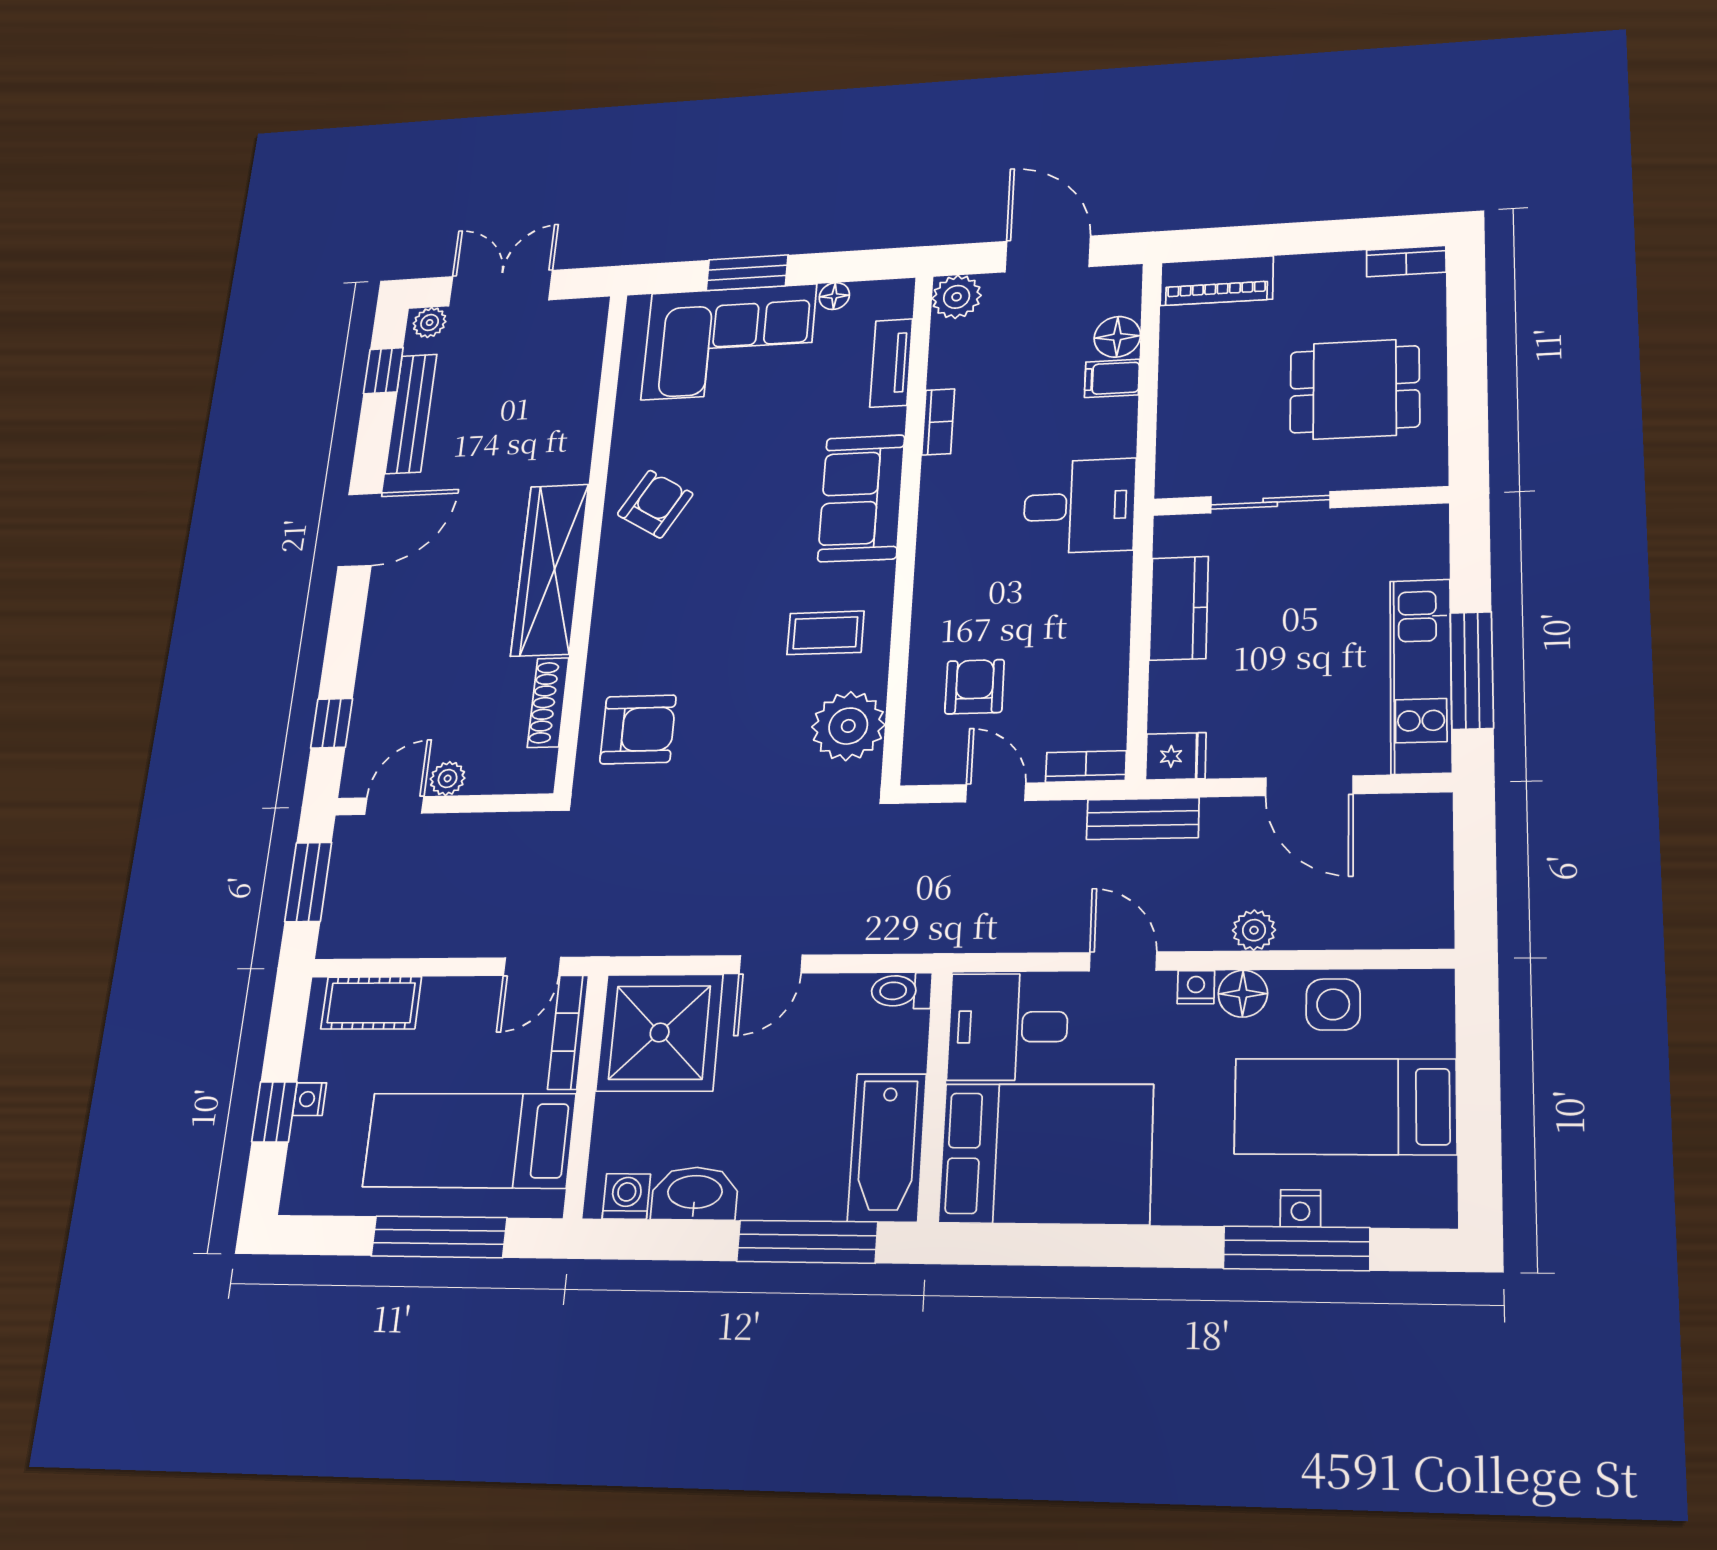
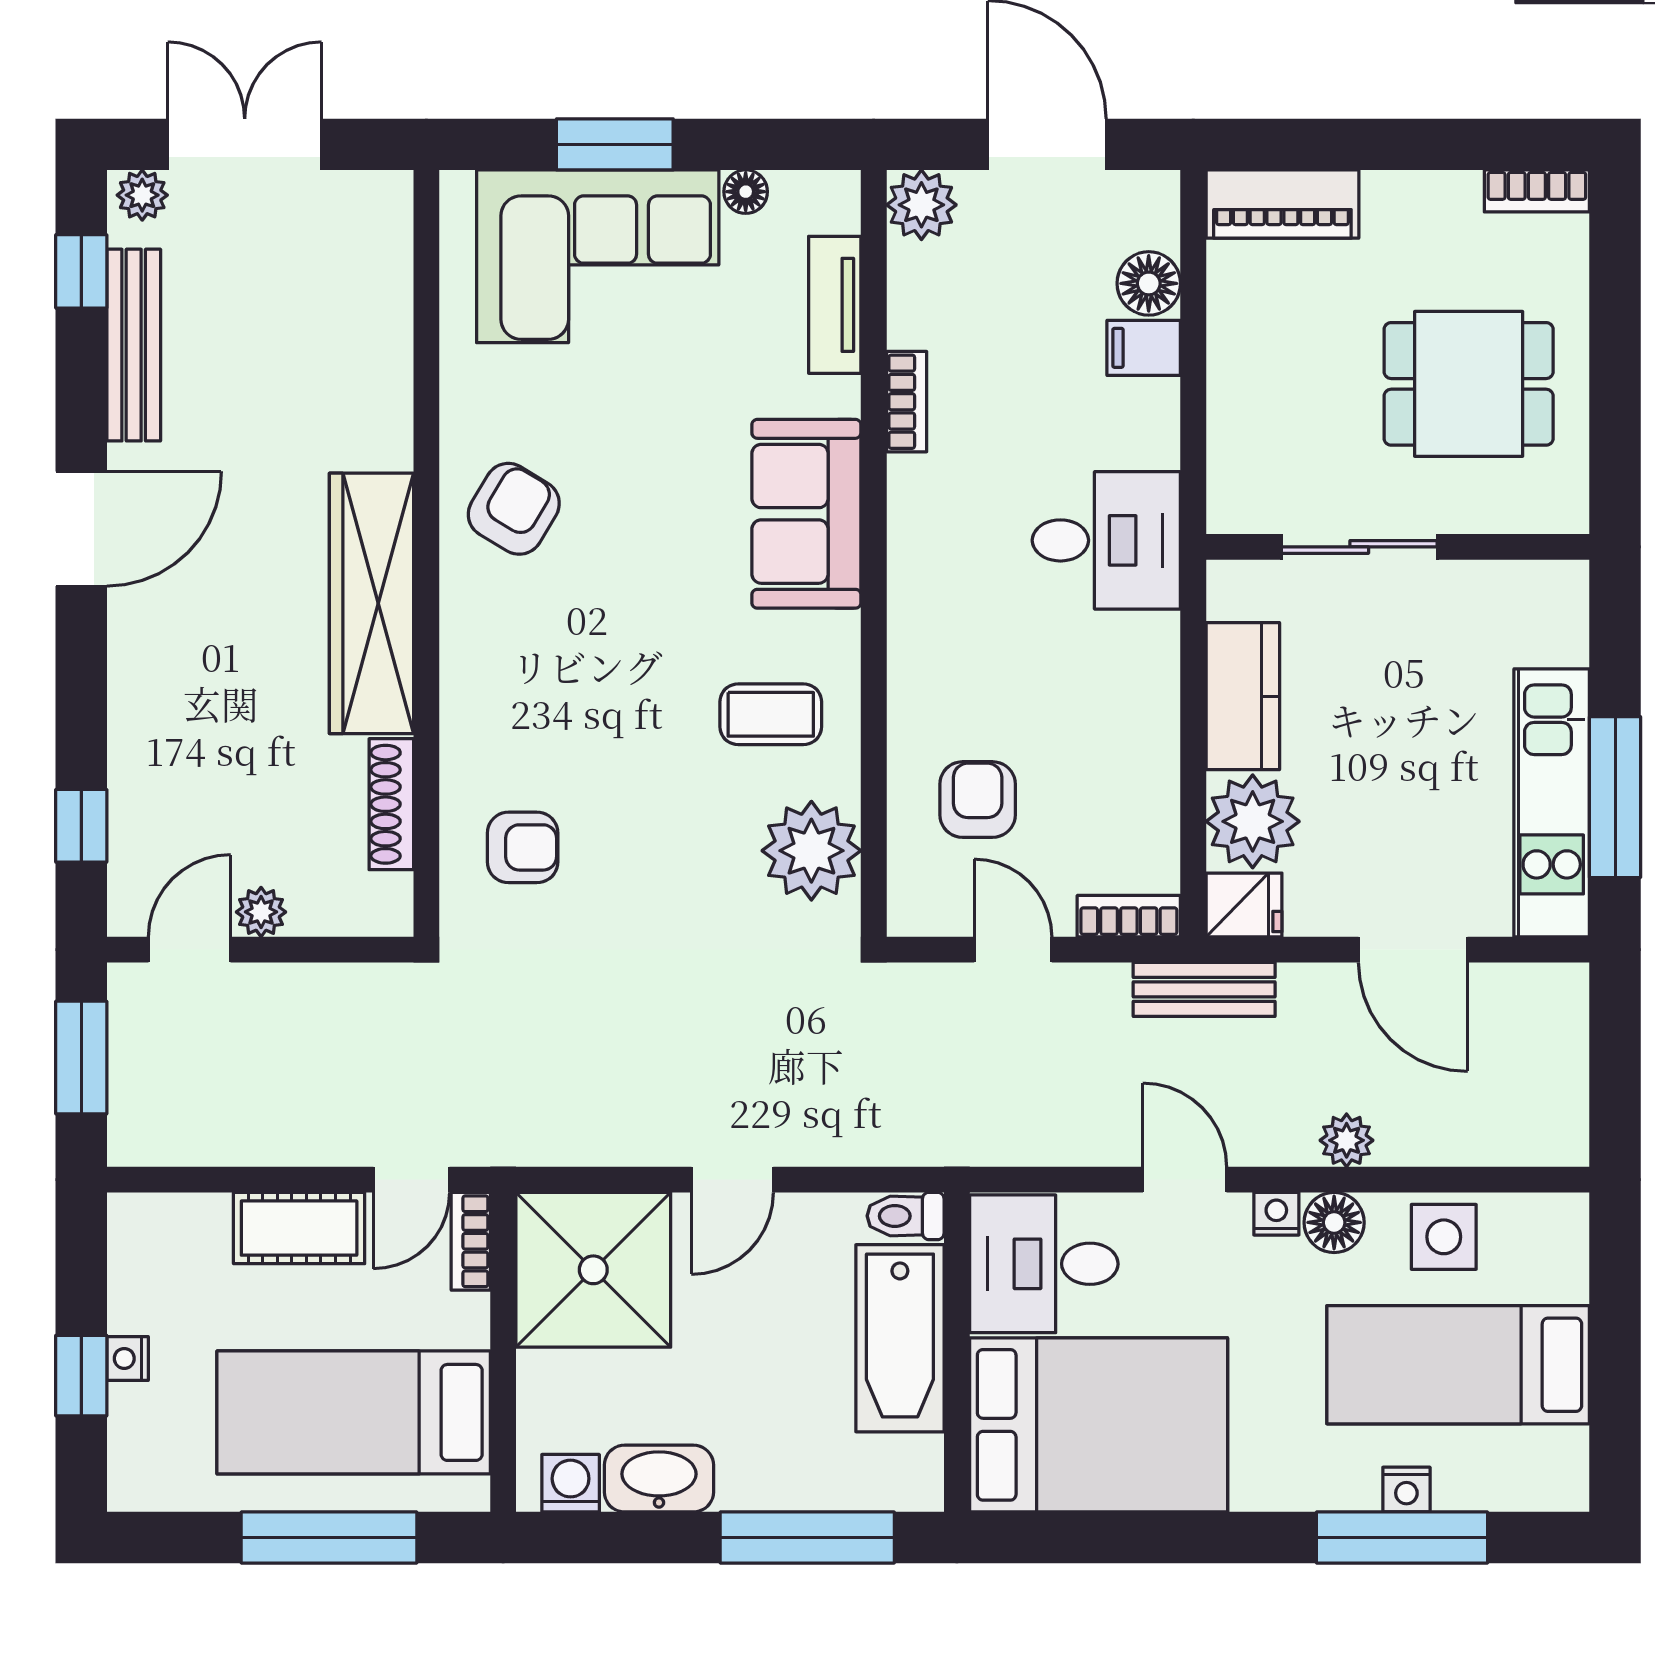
plant: (1184, 696) -> (1253, 821), added
armchair: (638, 729) -> (523, 847), width x0.72, depth x0.72
cot: (371, 1003) -> (299, 1228), moved
bookcase: (568, 1032) -> (471, 1241), width x0.64
bathtub: (887, 1147) -> (900, 1338), moved

